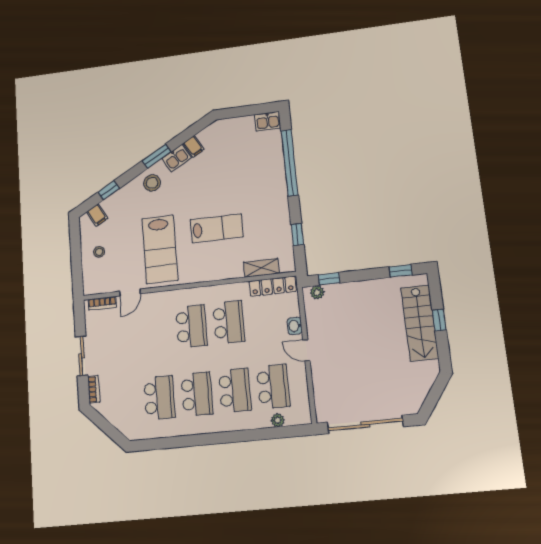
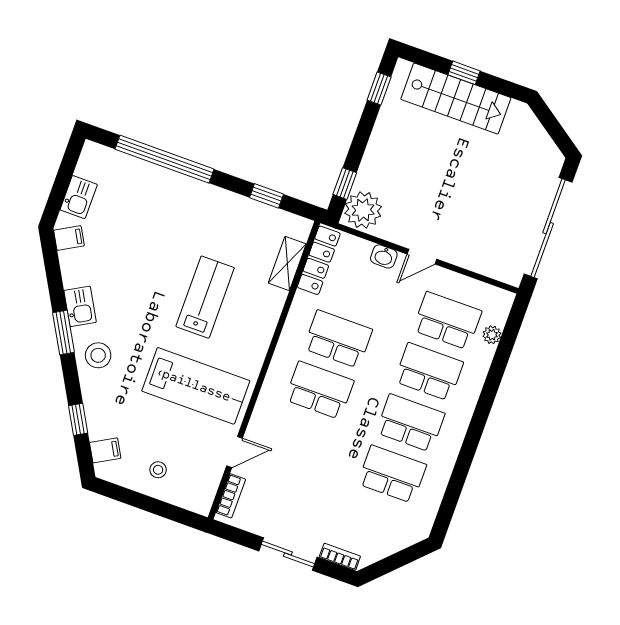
kitchen sink: (268, 121) -> (79, 197), moved
filing cabinet: (194, 146) -> (69, 238), moved
door: (130, 292) -> (235, 452), hinge flipped
plant: (317, 292) -> (363, 210), width x1.87, depth x1.87

